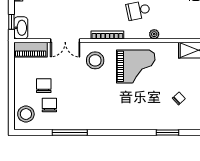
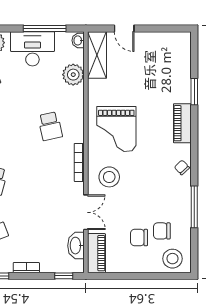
washbasin: (21, 28) -> (76, 246), moved, turned -90
plant: (154, 34) -> (73, 75), moved, width x1.88, depth x1.88
grand piano: (136, 66) -> (116, 129), turned 180
chair: (179, 98) -> (182, 167), moved
piano: (141, 122) -> (182, 123), added

